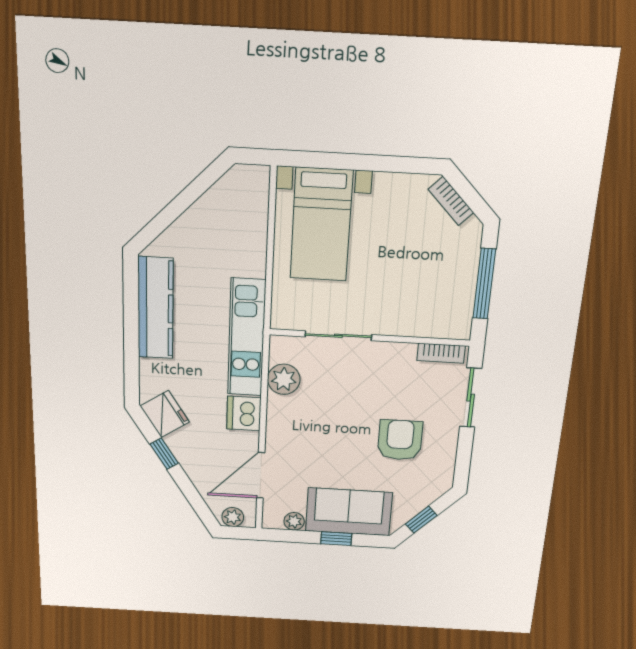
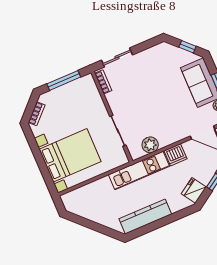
bed with nightstands: (321, 225) -> (70, 155), width x1.36
armchair: (400, 440) -> (153, 78), removed

